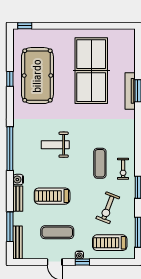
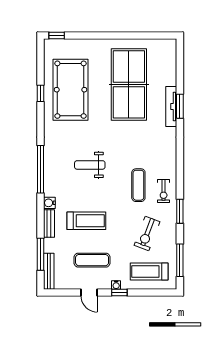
treadmill: (52, 196) -> (86, 221), turned 180

